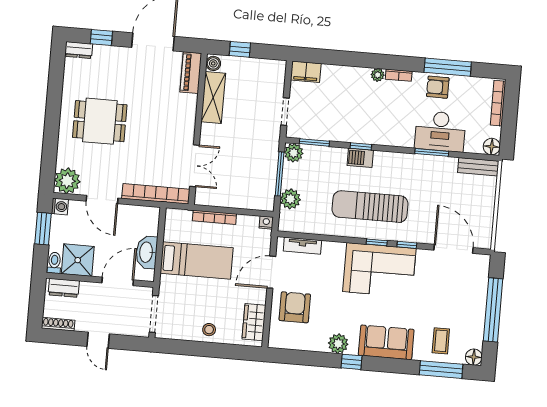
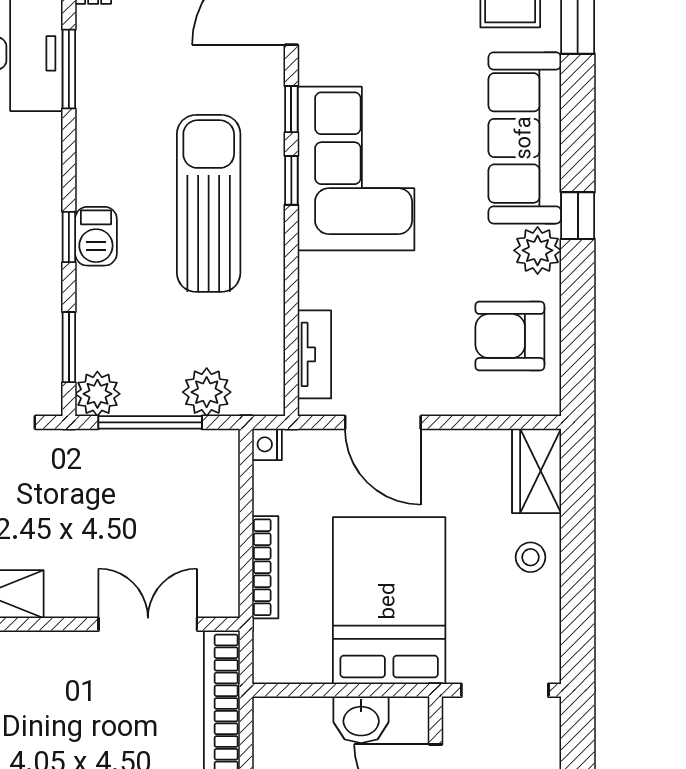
sun lounger: (370, 207) -> (209, 203), turned 180
washbasin: (147, 252) -> (361, 720), width x0.72
bed: (197, 260) -> (389, 601), width x1.50
armchair: (295, 307) -> (510, 336), moved
wardrobe: (254, 322) -> (537, 471), moved, turned 90
sofa: (386, 342) -> (525, 138), width x1.36

